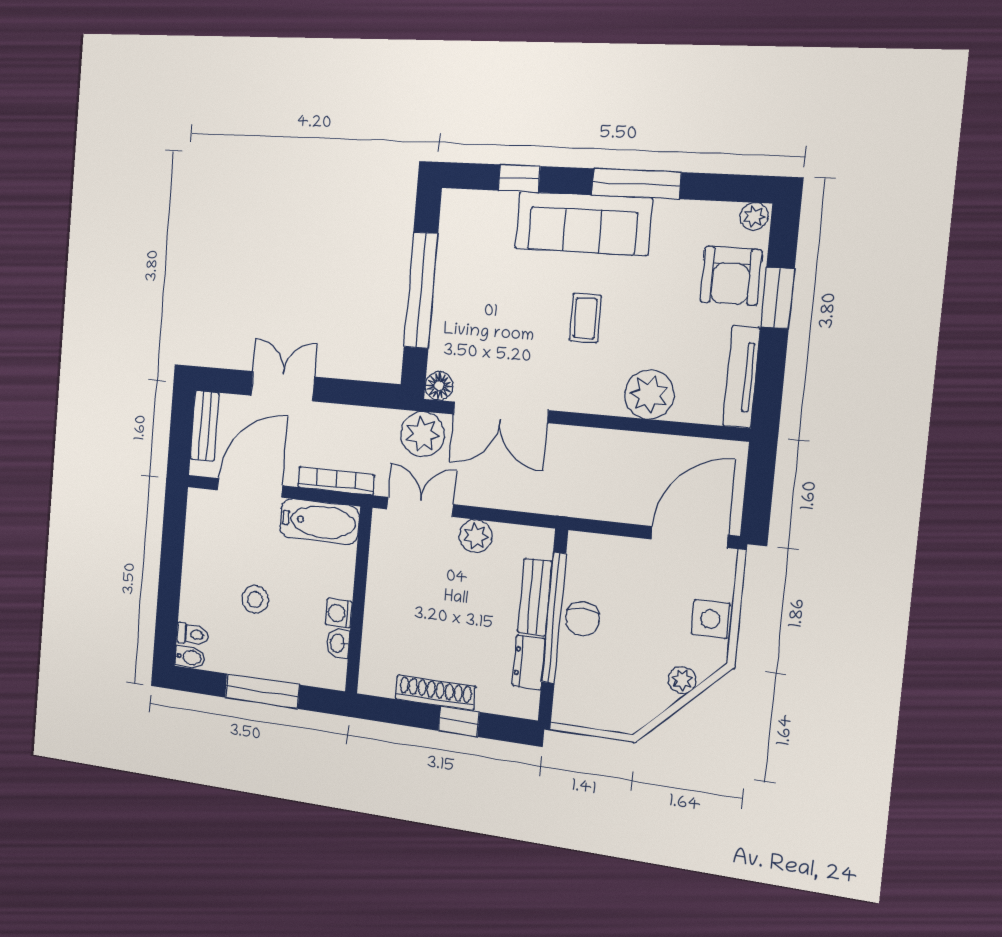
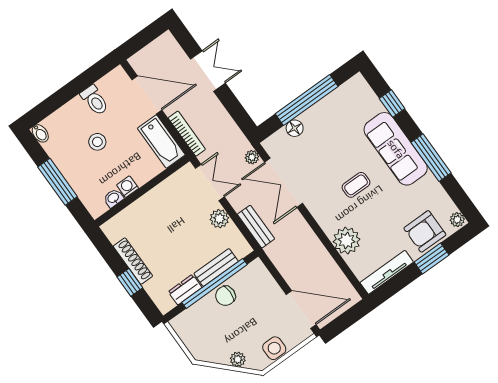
floor lamp: (439, 386) -> (295, 128), moved
bench: (205, 426) -> (256, 227), moved, turned 90
plant: (422, 434) -> (252, 157), width x0.53, depth x0.53
toilet: (193, 634) -> (95, 100), moved, width x1.37, depth x1.39

